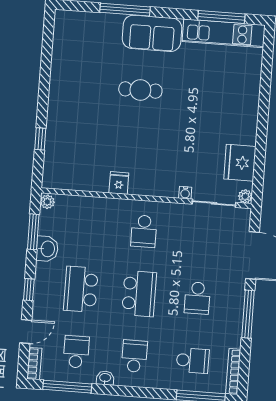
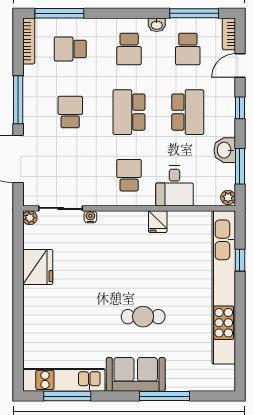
kitchen unit: (58, 113) -> (224, 287), added
fridge: (240, 163) -> (38, 267), moved
desk: (100, 217) -> (174, 186), added

